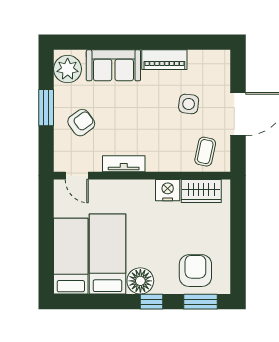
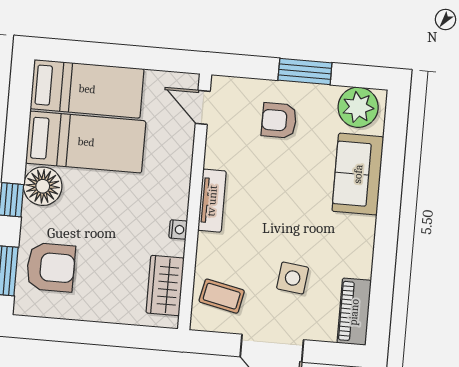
piano: (164, 60) -> (354, 312), moved
armchair: (81, 123) -> (279, 120), turned 126
tv unit: (124, 164) -> (212, 201), moved
door: (77, 176) -> (203, 107), hinge flipped
nightstand: (168, 190) -> (178, 230), width x0.53, depth x0.56

